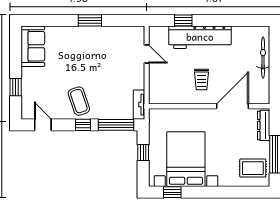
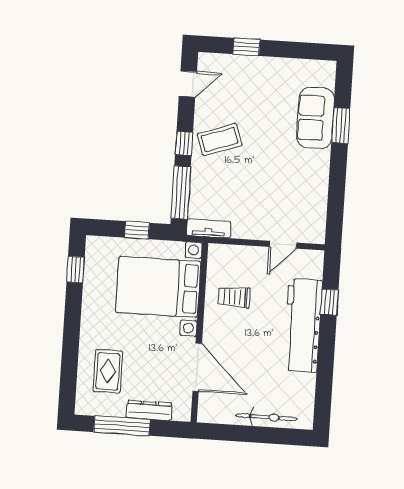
window: (90, 20) -> (341, 126), moved
sofa: (33, 46) -> (316, 118), moved, turned 90
trolley: (201, 79) -> (234, 297), moved
dresser: (264, 125) -> (149, 410), moved
bed with nightstands: (186, 159) -> (158, 287), moved, turned 180
rug: (253, 168) -> (108, 371), moved

